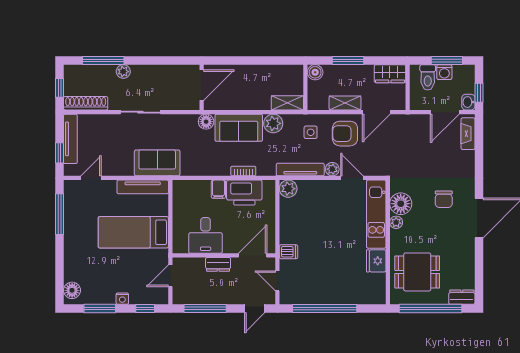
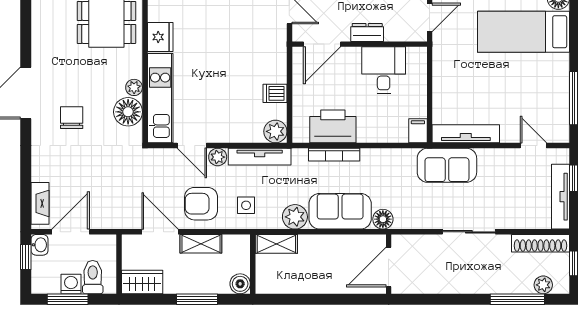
plant: (123, 72) -> (543, 285), moved
door: (376, 112) -> (160, 232), hinge flipped
armchair: (345, 134) -> (201, 204), turned 180
bookcase: (243, 171) -> (334, 155), width x1.56
door: (91, 178) -> (533, 146), swing flipped
filing cabinet: (218, 189) -> (418, 131), moved
bed: (133, 232) -> (523, 32), moved, turned 180
dishwasher: (289, 252) -> (275, 93), moved

